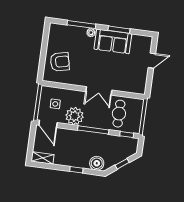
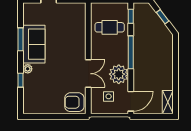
window: (81, 25) -> (20, 80), width x0.46
armchair: (60, 62) -> (74, 102), moved, turned -77
double door: (99, 91) -> (88, 74), moved
boiler: (97, 163) -> (166, 44), removed
window: (76, 170) -> (176, 65), removed

